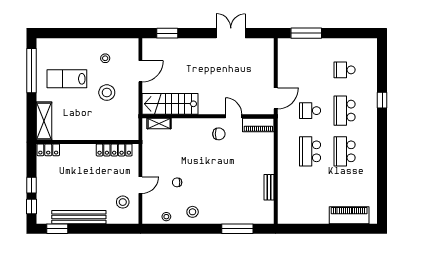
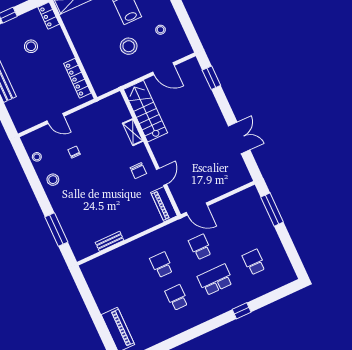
shelving: (159, 123) -> (133, 132), moved
school desk: (310, 151) -> (162, 265), width x0.54
school desk: (345, 151) -> (177, 298), width x0.54
stool: (123, 202) -> (31, 46), moved

